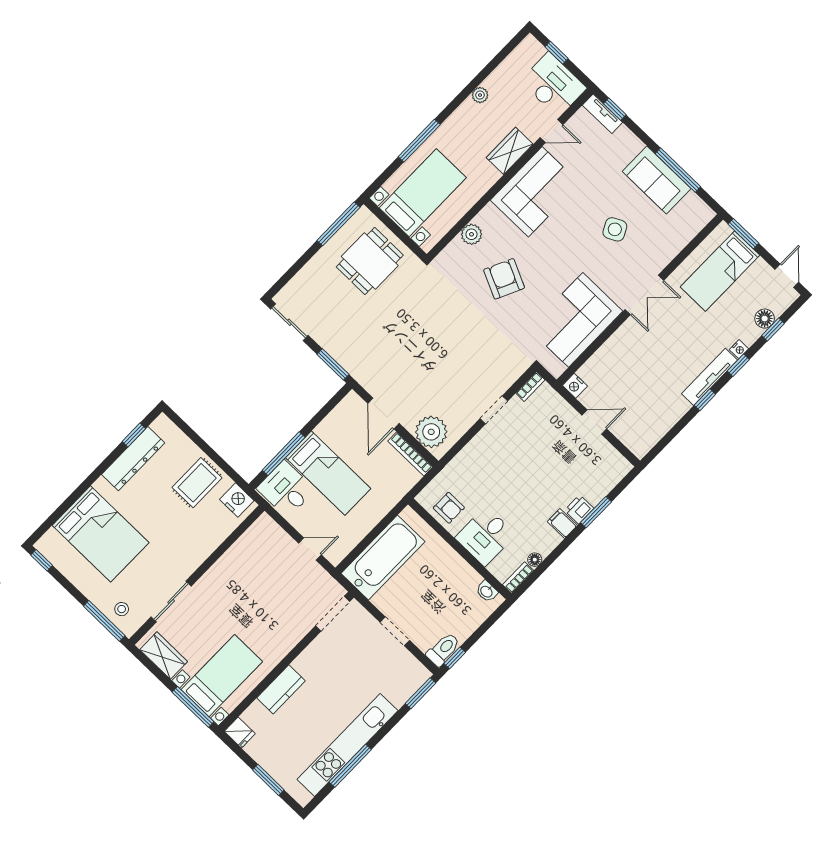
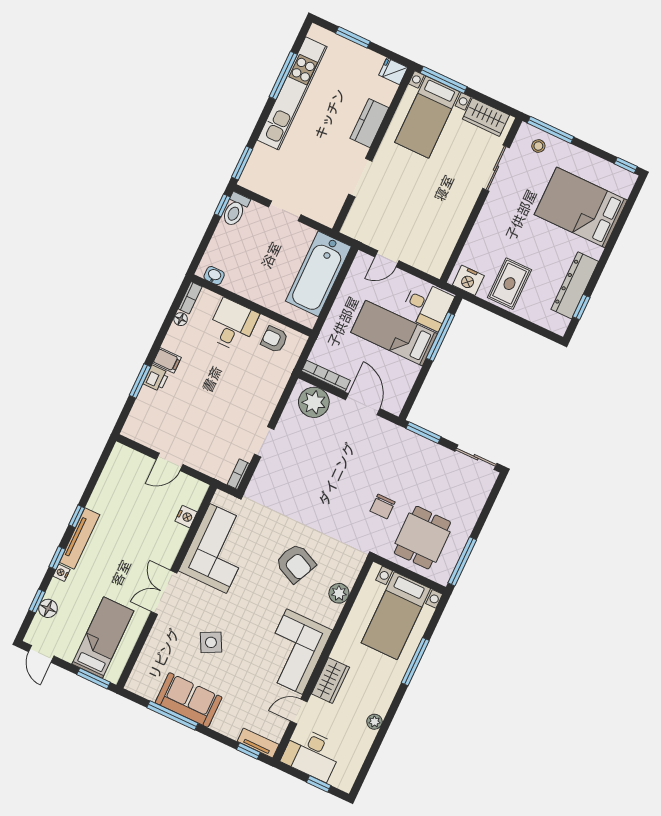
chair: (399, 305) -> (383, 506), added
nightstand: (575, 386) -> (186, 517), moved, turned 90
doorway: (333, 614) -> (360, 178), moved

